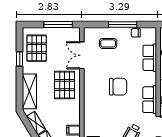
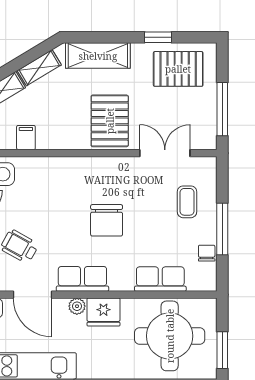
pallet: (65, 85) -> (110, 121), turned 90

